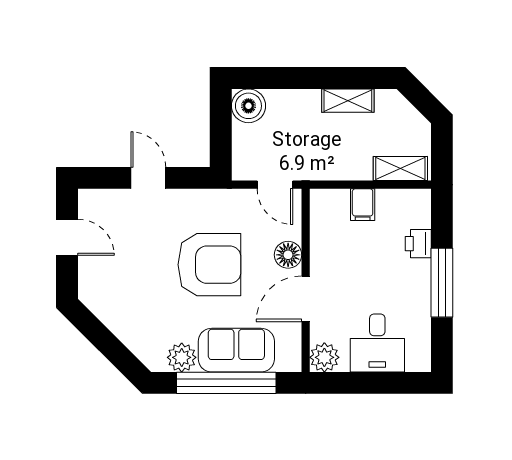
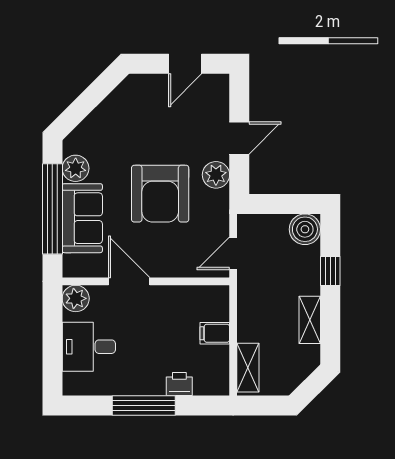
window: (294, 78) -> (330, 271), added
plant: (189, 203) -> (216, 175), added
floor lamp: (288, 255) -> (169, 265), removed

